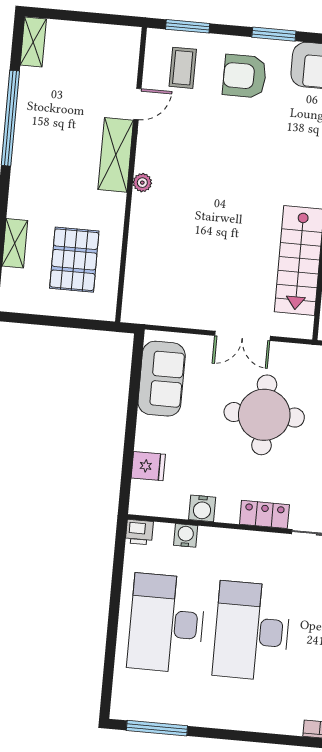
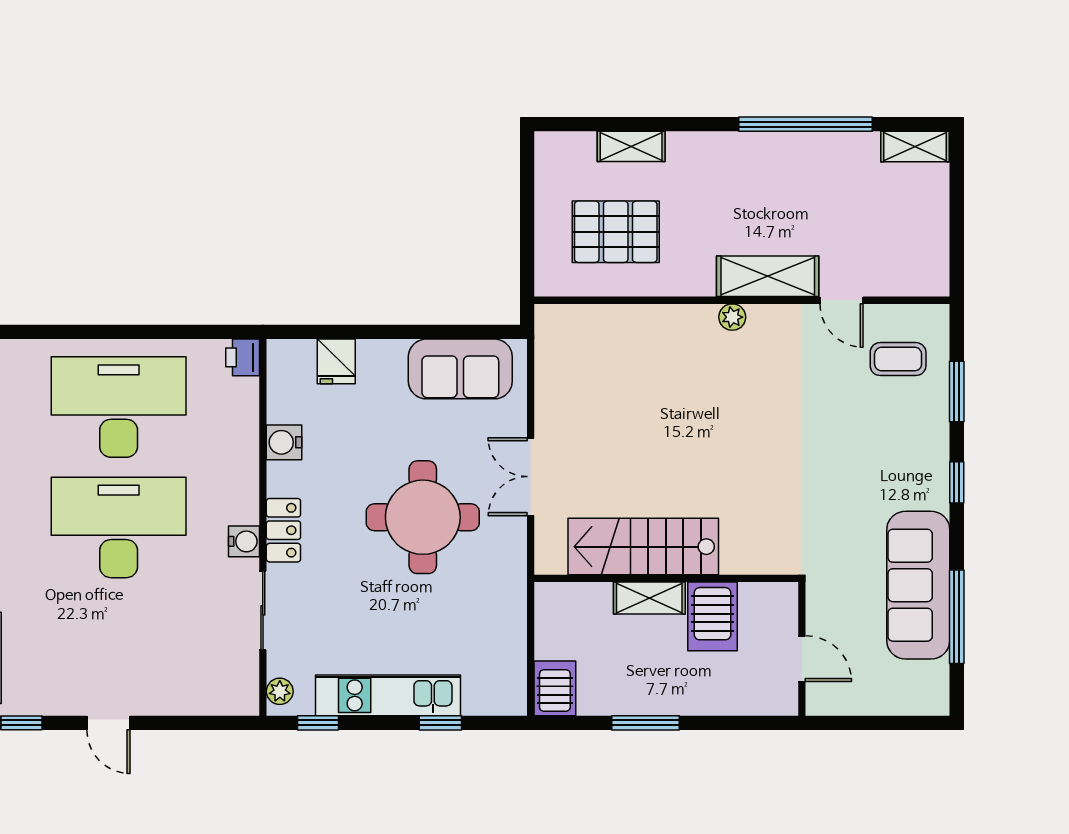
window: (188, 26) -> (957, 391), moved
window: (274, 34) -> (957, 482), width x0.67
armchair: (245, 76) -> (894, 447), removed
water cooler: (186, 535) -> (244, 541), moved

